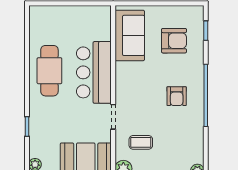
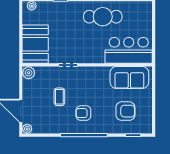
armchair: (174, 41) -> (125, 111), turned -90
bar counter: (94, 72) -> (129, 50), moved
coffee table: (141, 142) -> (59, 97), moved

